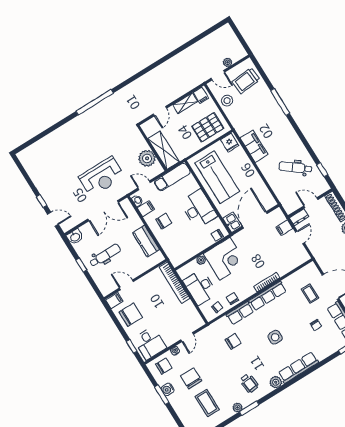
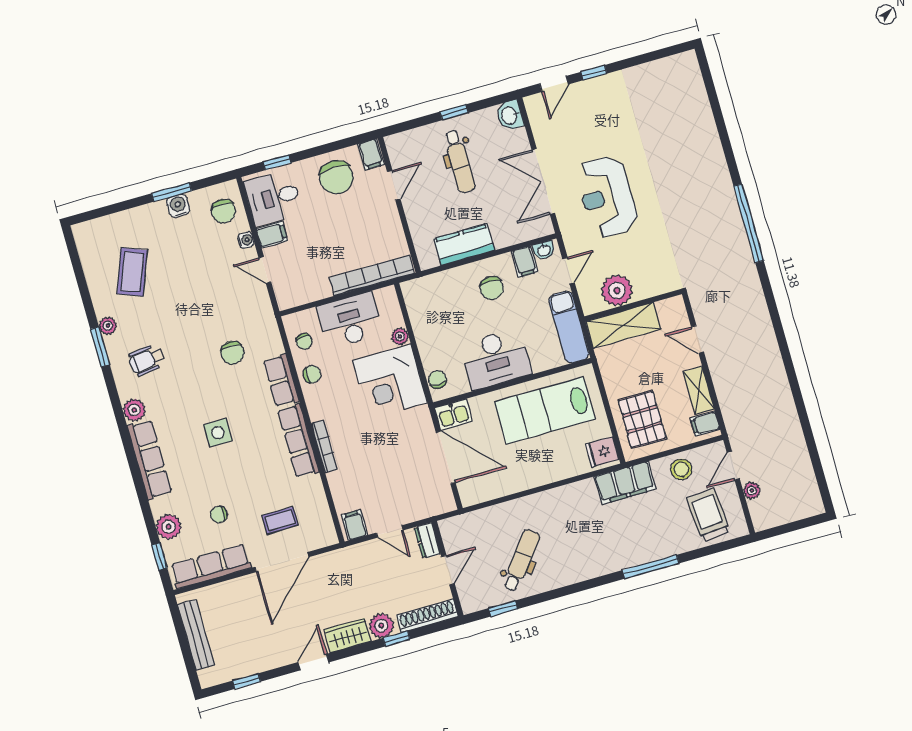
filing cabinet: (254, 146) -> (625, 483), moved
filing cabinet: (284, 228) -> (355, 525), moved
filing cabinet: (169, 339) -> (272, 235), added
plant: (329, 348) -> (169, 527), added
chair: (191, 378) -> (186, 255), removed
coffee table: (207, 403) -> (132, 272), turned -69

